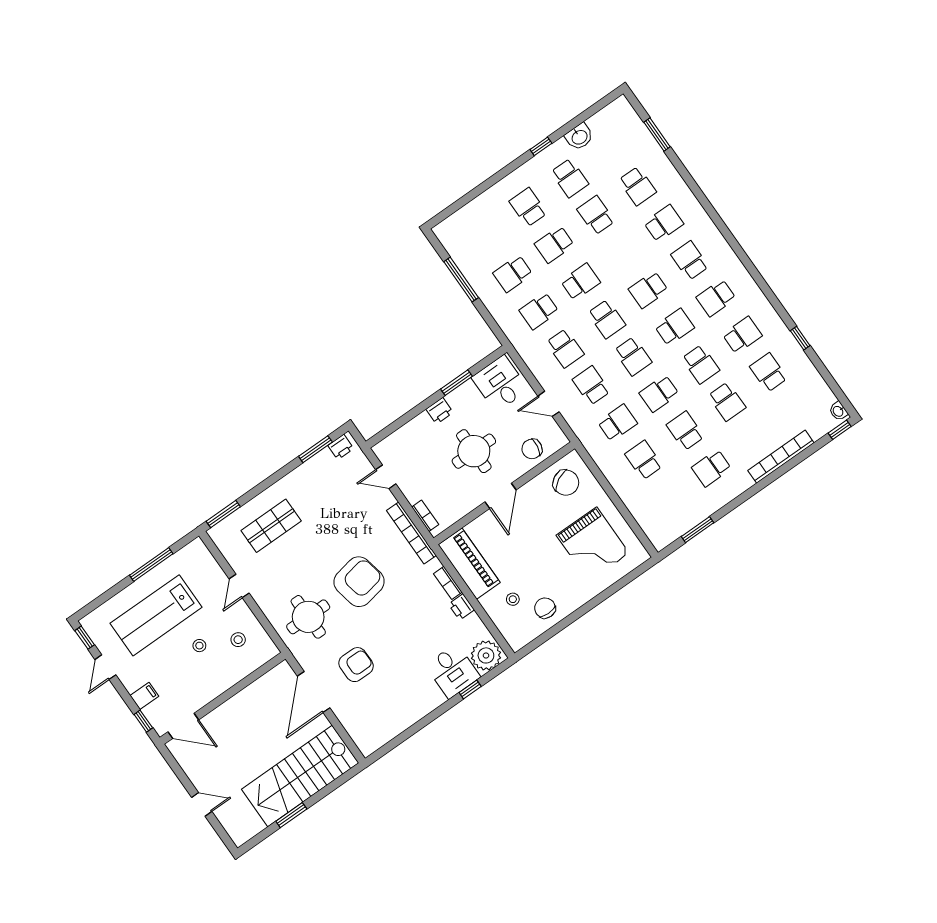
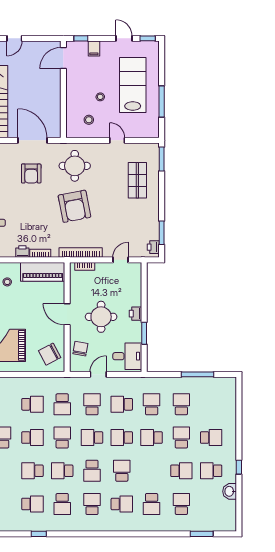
school desk: (637, 186) -> (181, 504), turned 90
school desk: (580, 282) -> (152, 438), turned 90
school desk: (591, 386) -> (92, 404), turned -90

